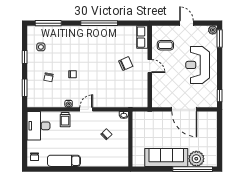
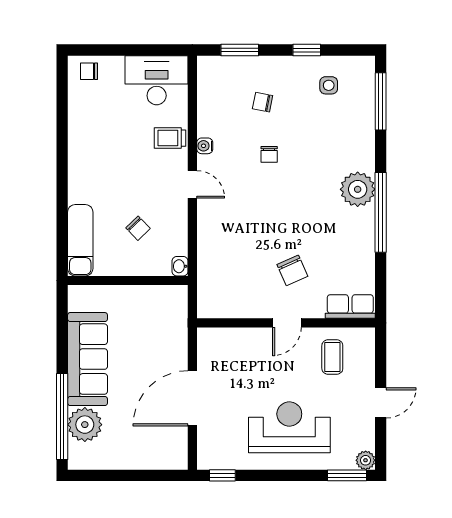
plant: (89, 34) -> (358, 189), added
exam couch: (64, 161) -> (80, 240), moved

